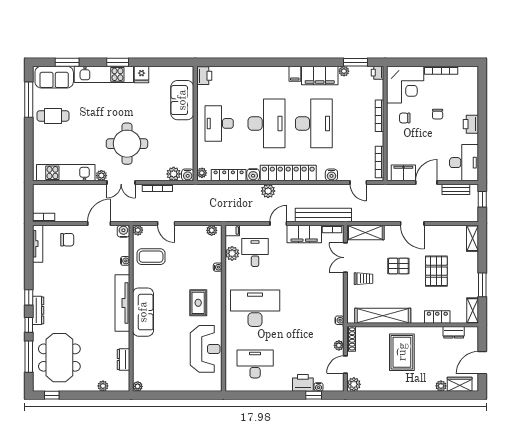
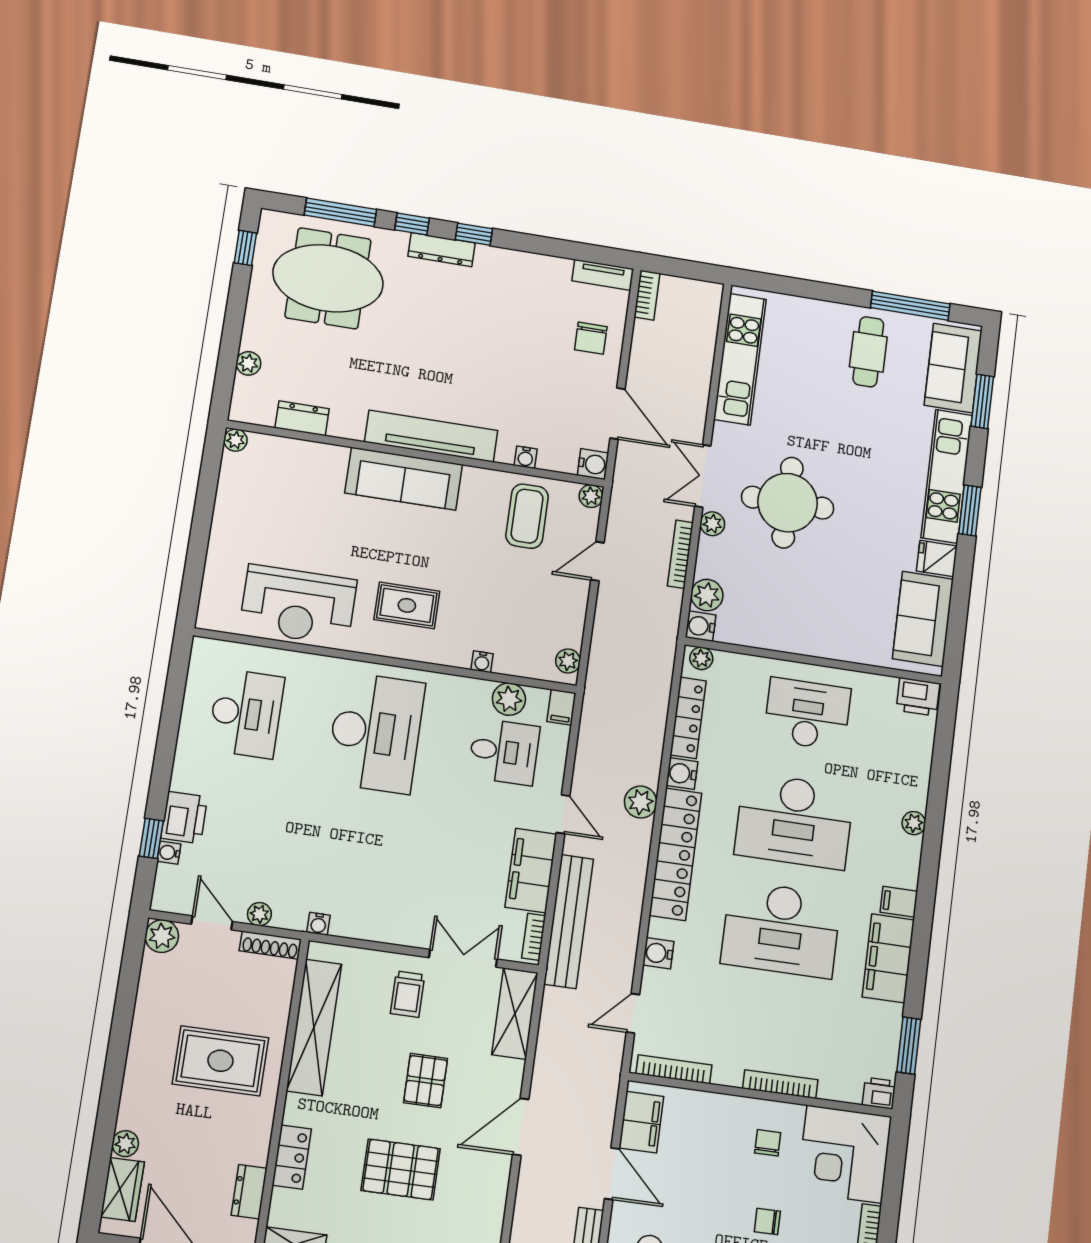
plant: (344, 71) -> (914, 823), moved
sofa: (182, 100) -> (923, 619), moved, turned -90
plant: (101, 176) -> (712, 524), moved
tv unit: (38, 244) -> (603, 275), width x0.71

